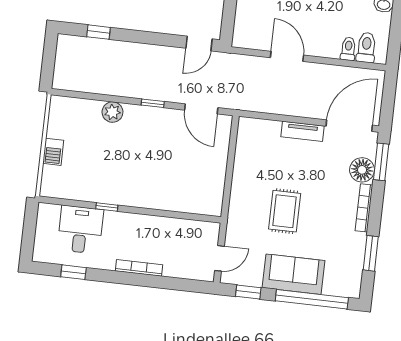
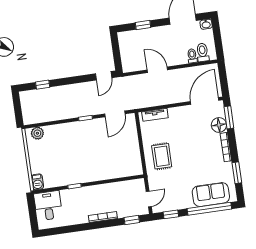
door: (201, 109) -> (115, 114), hinge flipped
plant: (112, 112) -> (37, 133), moved
tv unit: (302, 131) -> (155, 115), moved
barbecue: (53, 152) -> (37, 182), moved
rug: (285, 211) -> (162, 156), moved
desk: (80, 230) -> (48, 206), moved
window: (73, 272) -> (132, 220), moved
sofa: (294, 274) -> (211, 195), moved

